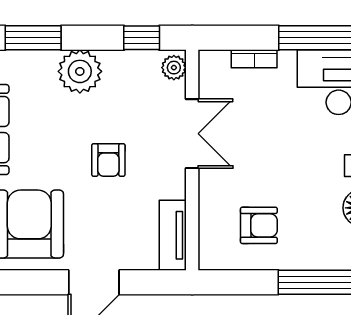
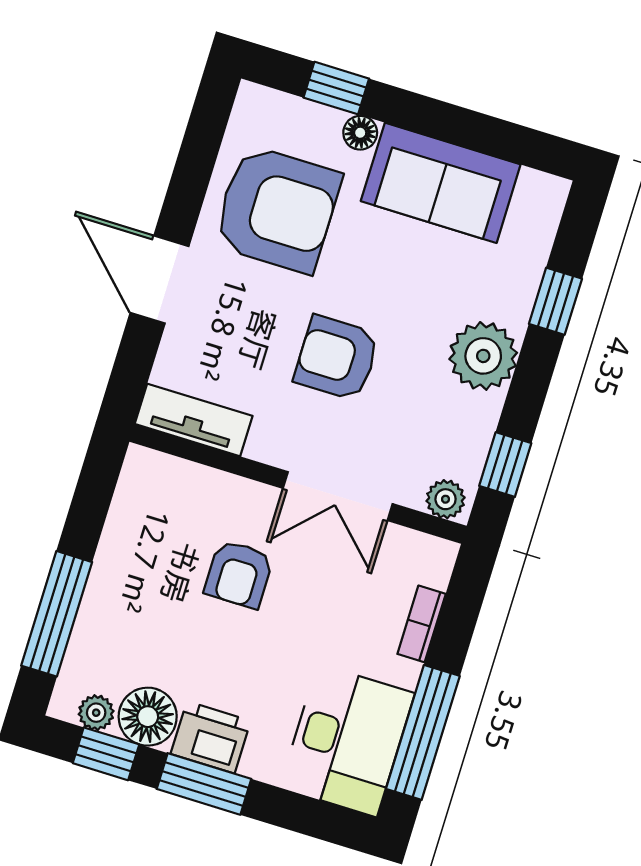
window: (33, 38) -> (555, 301), width x0.67
armchair: (108, 160) -> (337, 358), width x1.38, depth x1.38
armchair: (259, 225) -> (239, 574), moved

